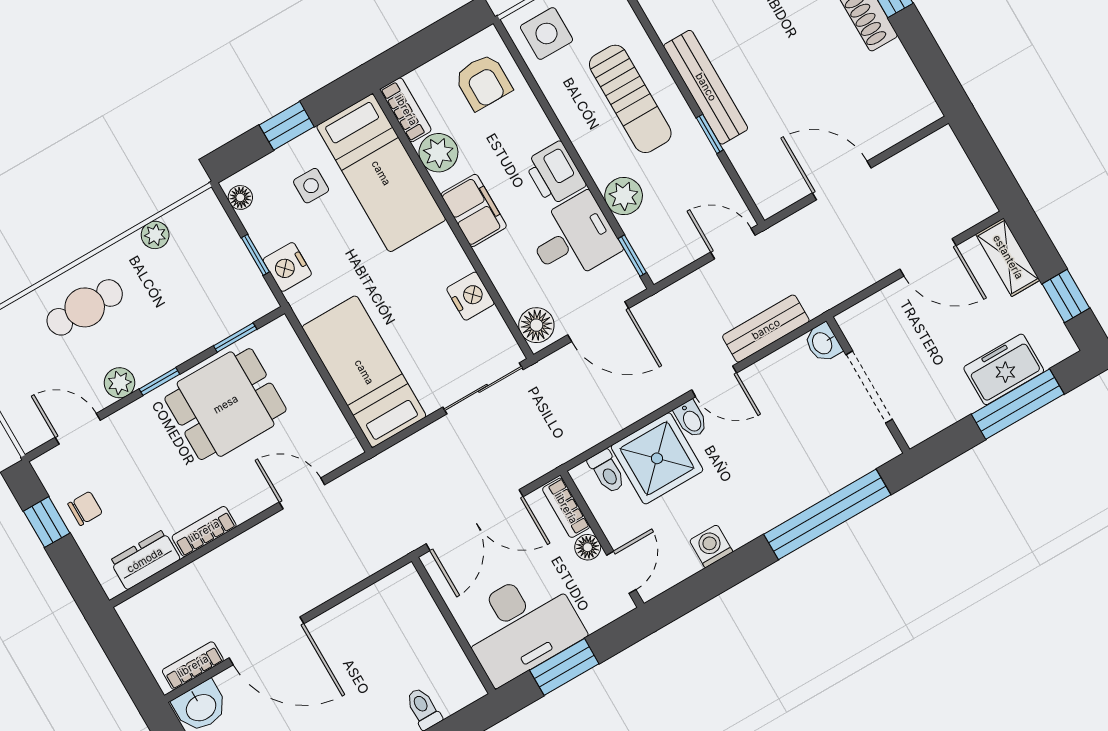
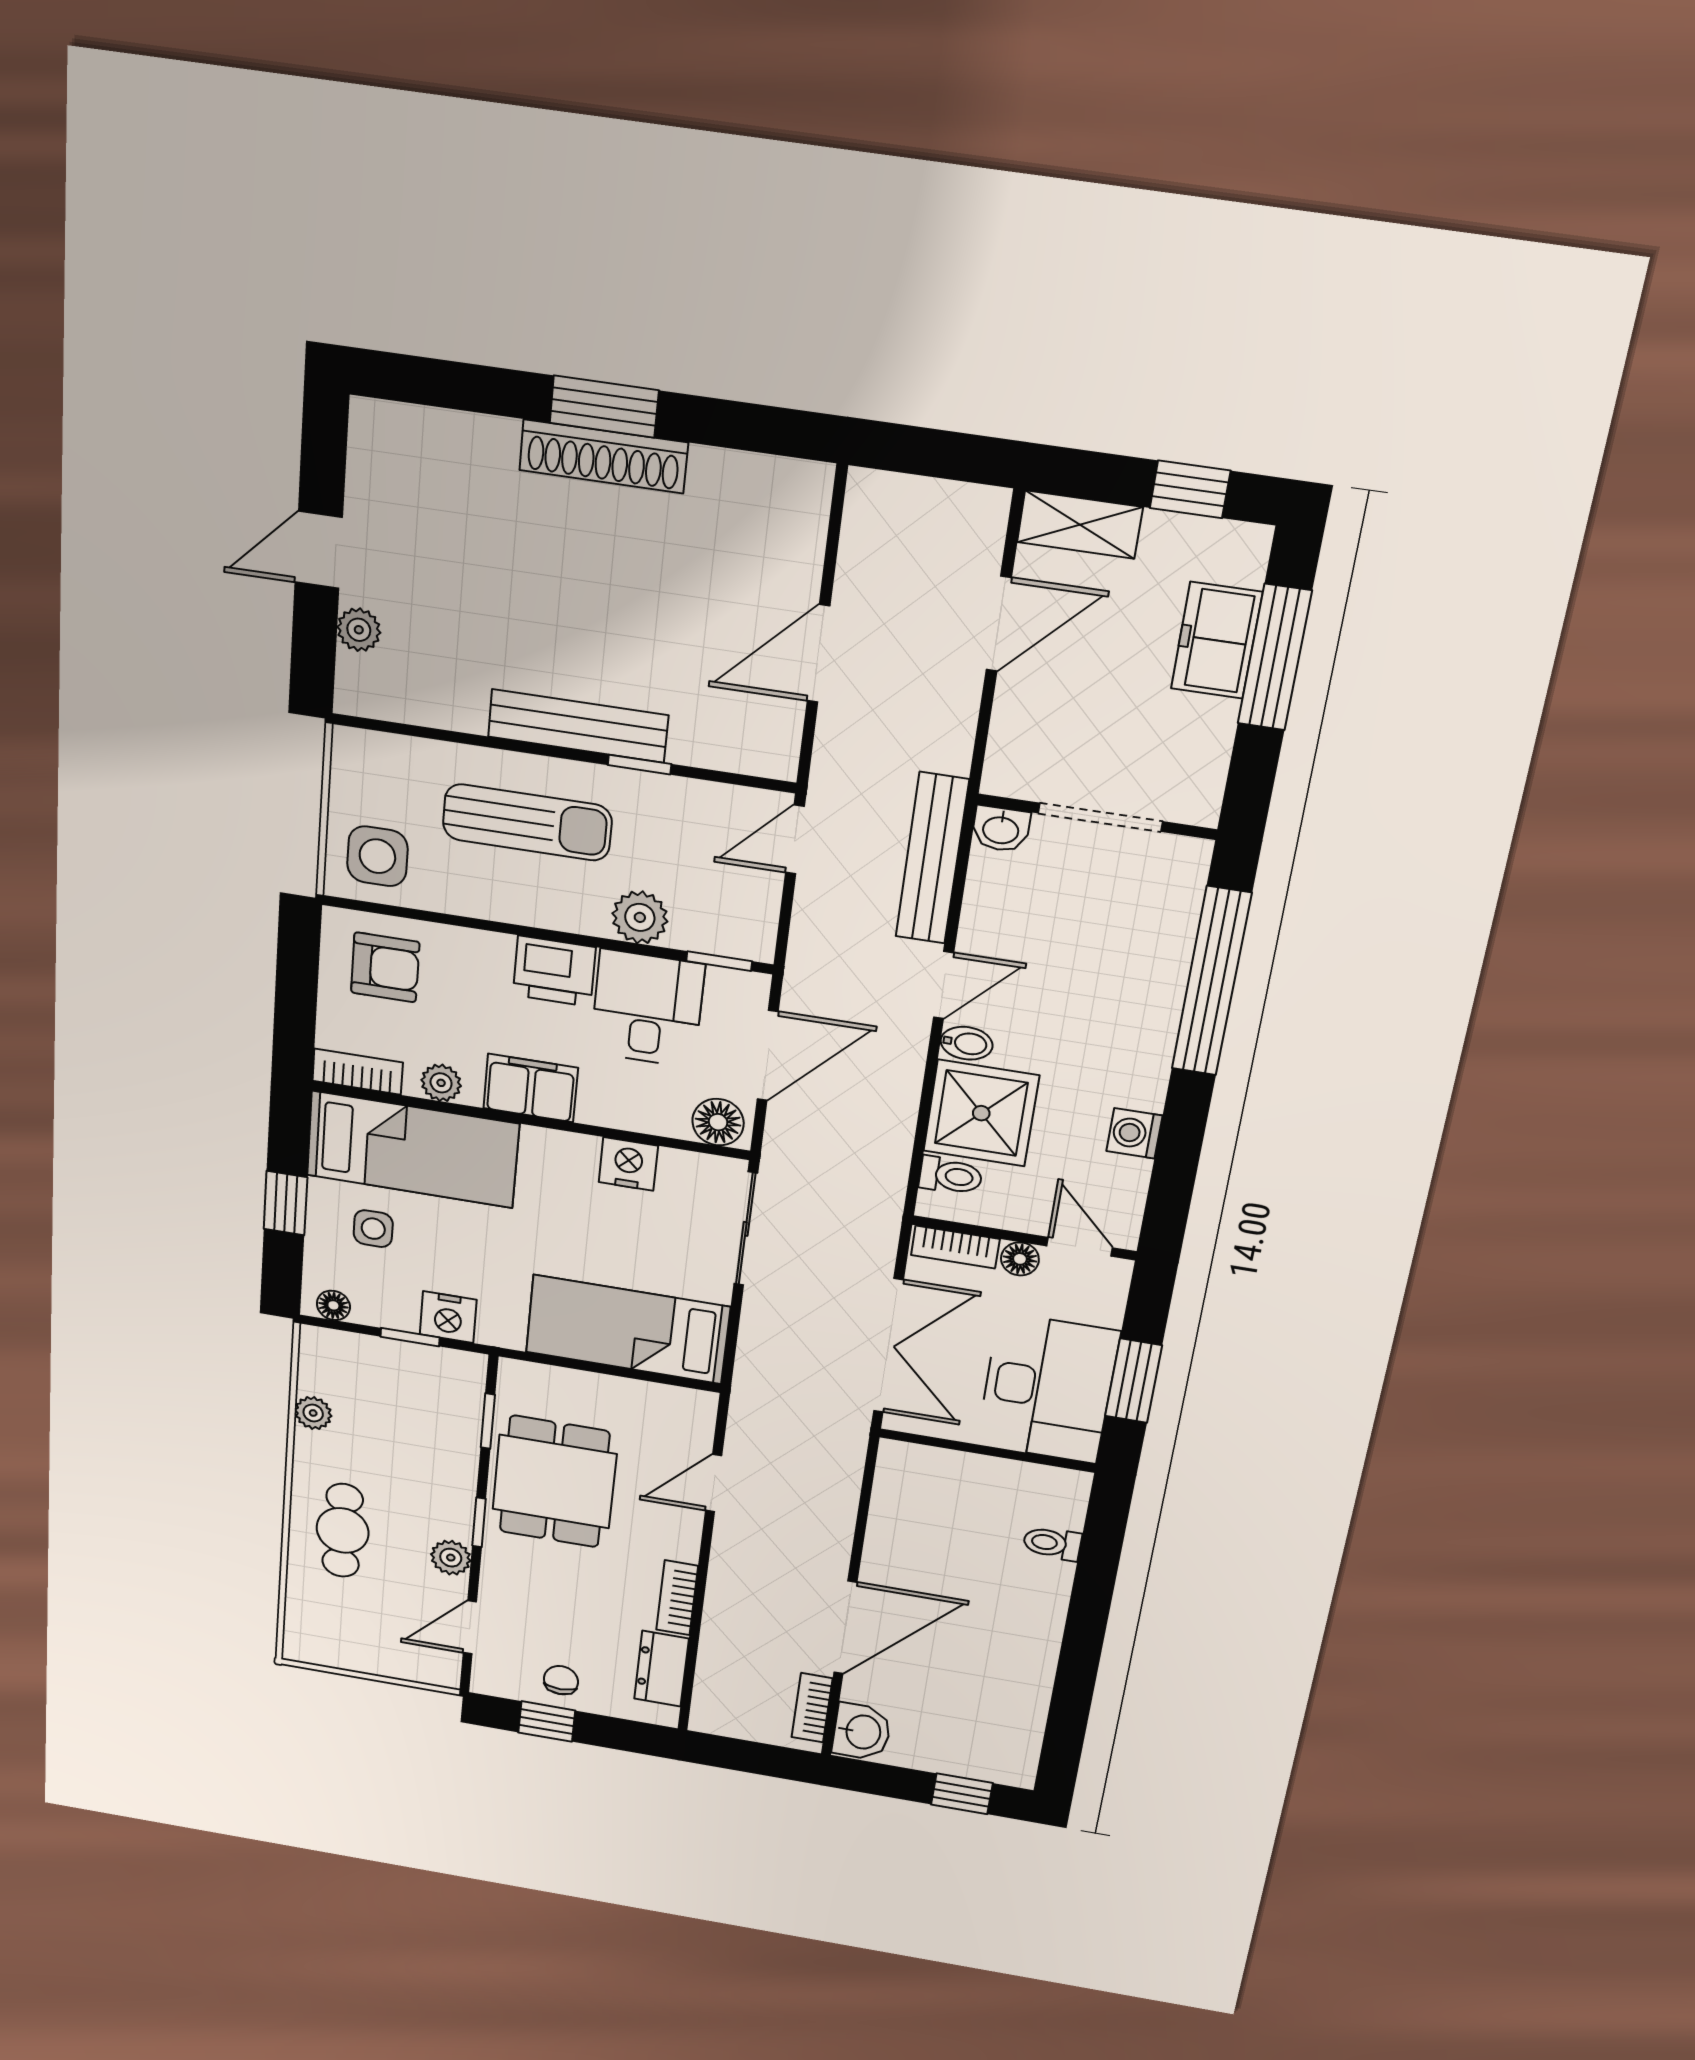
plant: (438, 153) -> (441, 1083), width x0.73, depth x0.73
bench: (766, 329) -> (932, 858), width x1.36

